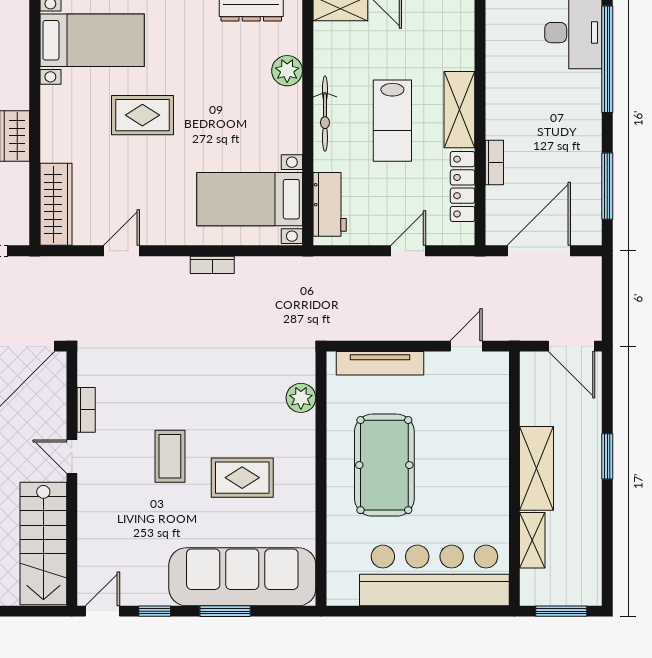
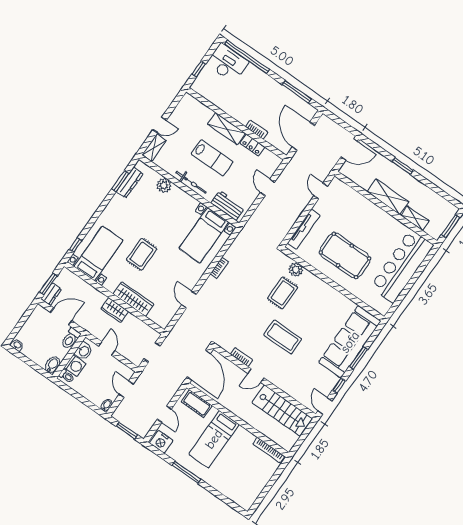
locker: (463, 187) -> (252, 145), width x0.66
wardrobe: (56, 204) -> (133, 299), moved
coffee table: (170, 456) -> (283, 337), width x1.36, depth x1.32
rug: (242, 478) -> (283, 293), moved

